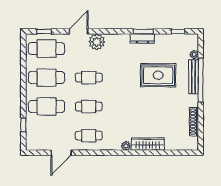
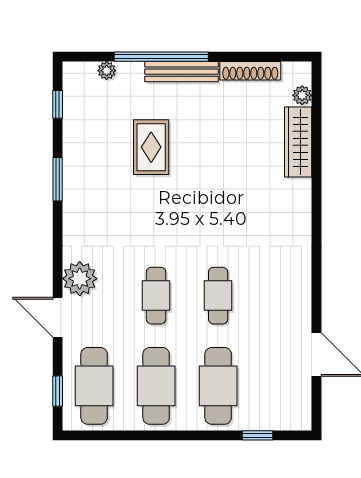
dresser: (142, 38) -> (72, 181), removed
rug: (158, 75) -> (151, 147), width x0.73, depth x0.70
bench: (194, 77) -> (181, 72), moved
cafe table: (89, 136) -> (280, 296), removed
wardrobe: (148, 144) -> (298, 142), moved
plant: (126, 146) -> (302, 95), moved

